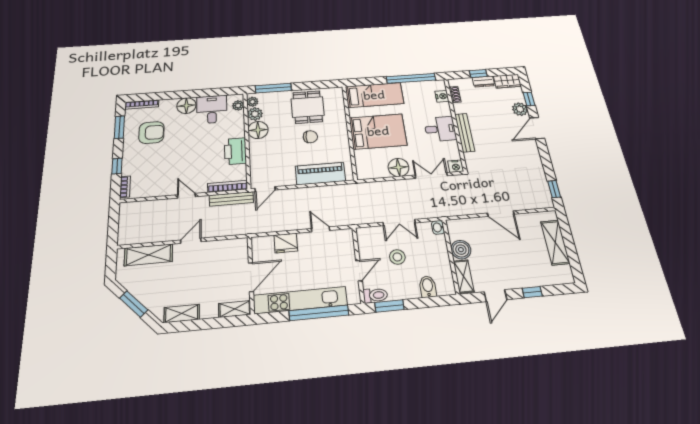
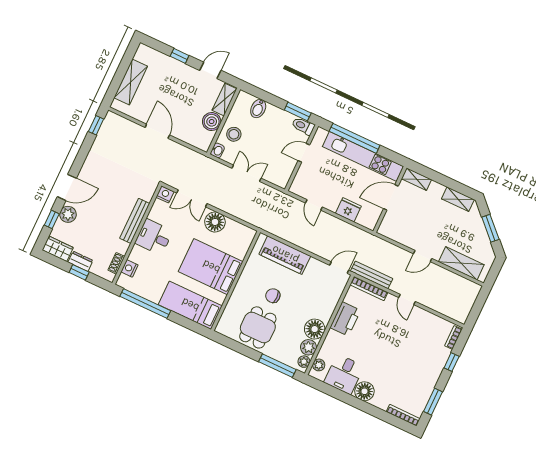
armchair: (151, 133) -> (408, 380), removed
stool: (397, 257) -> (234, 134), moved

